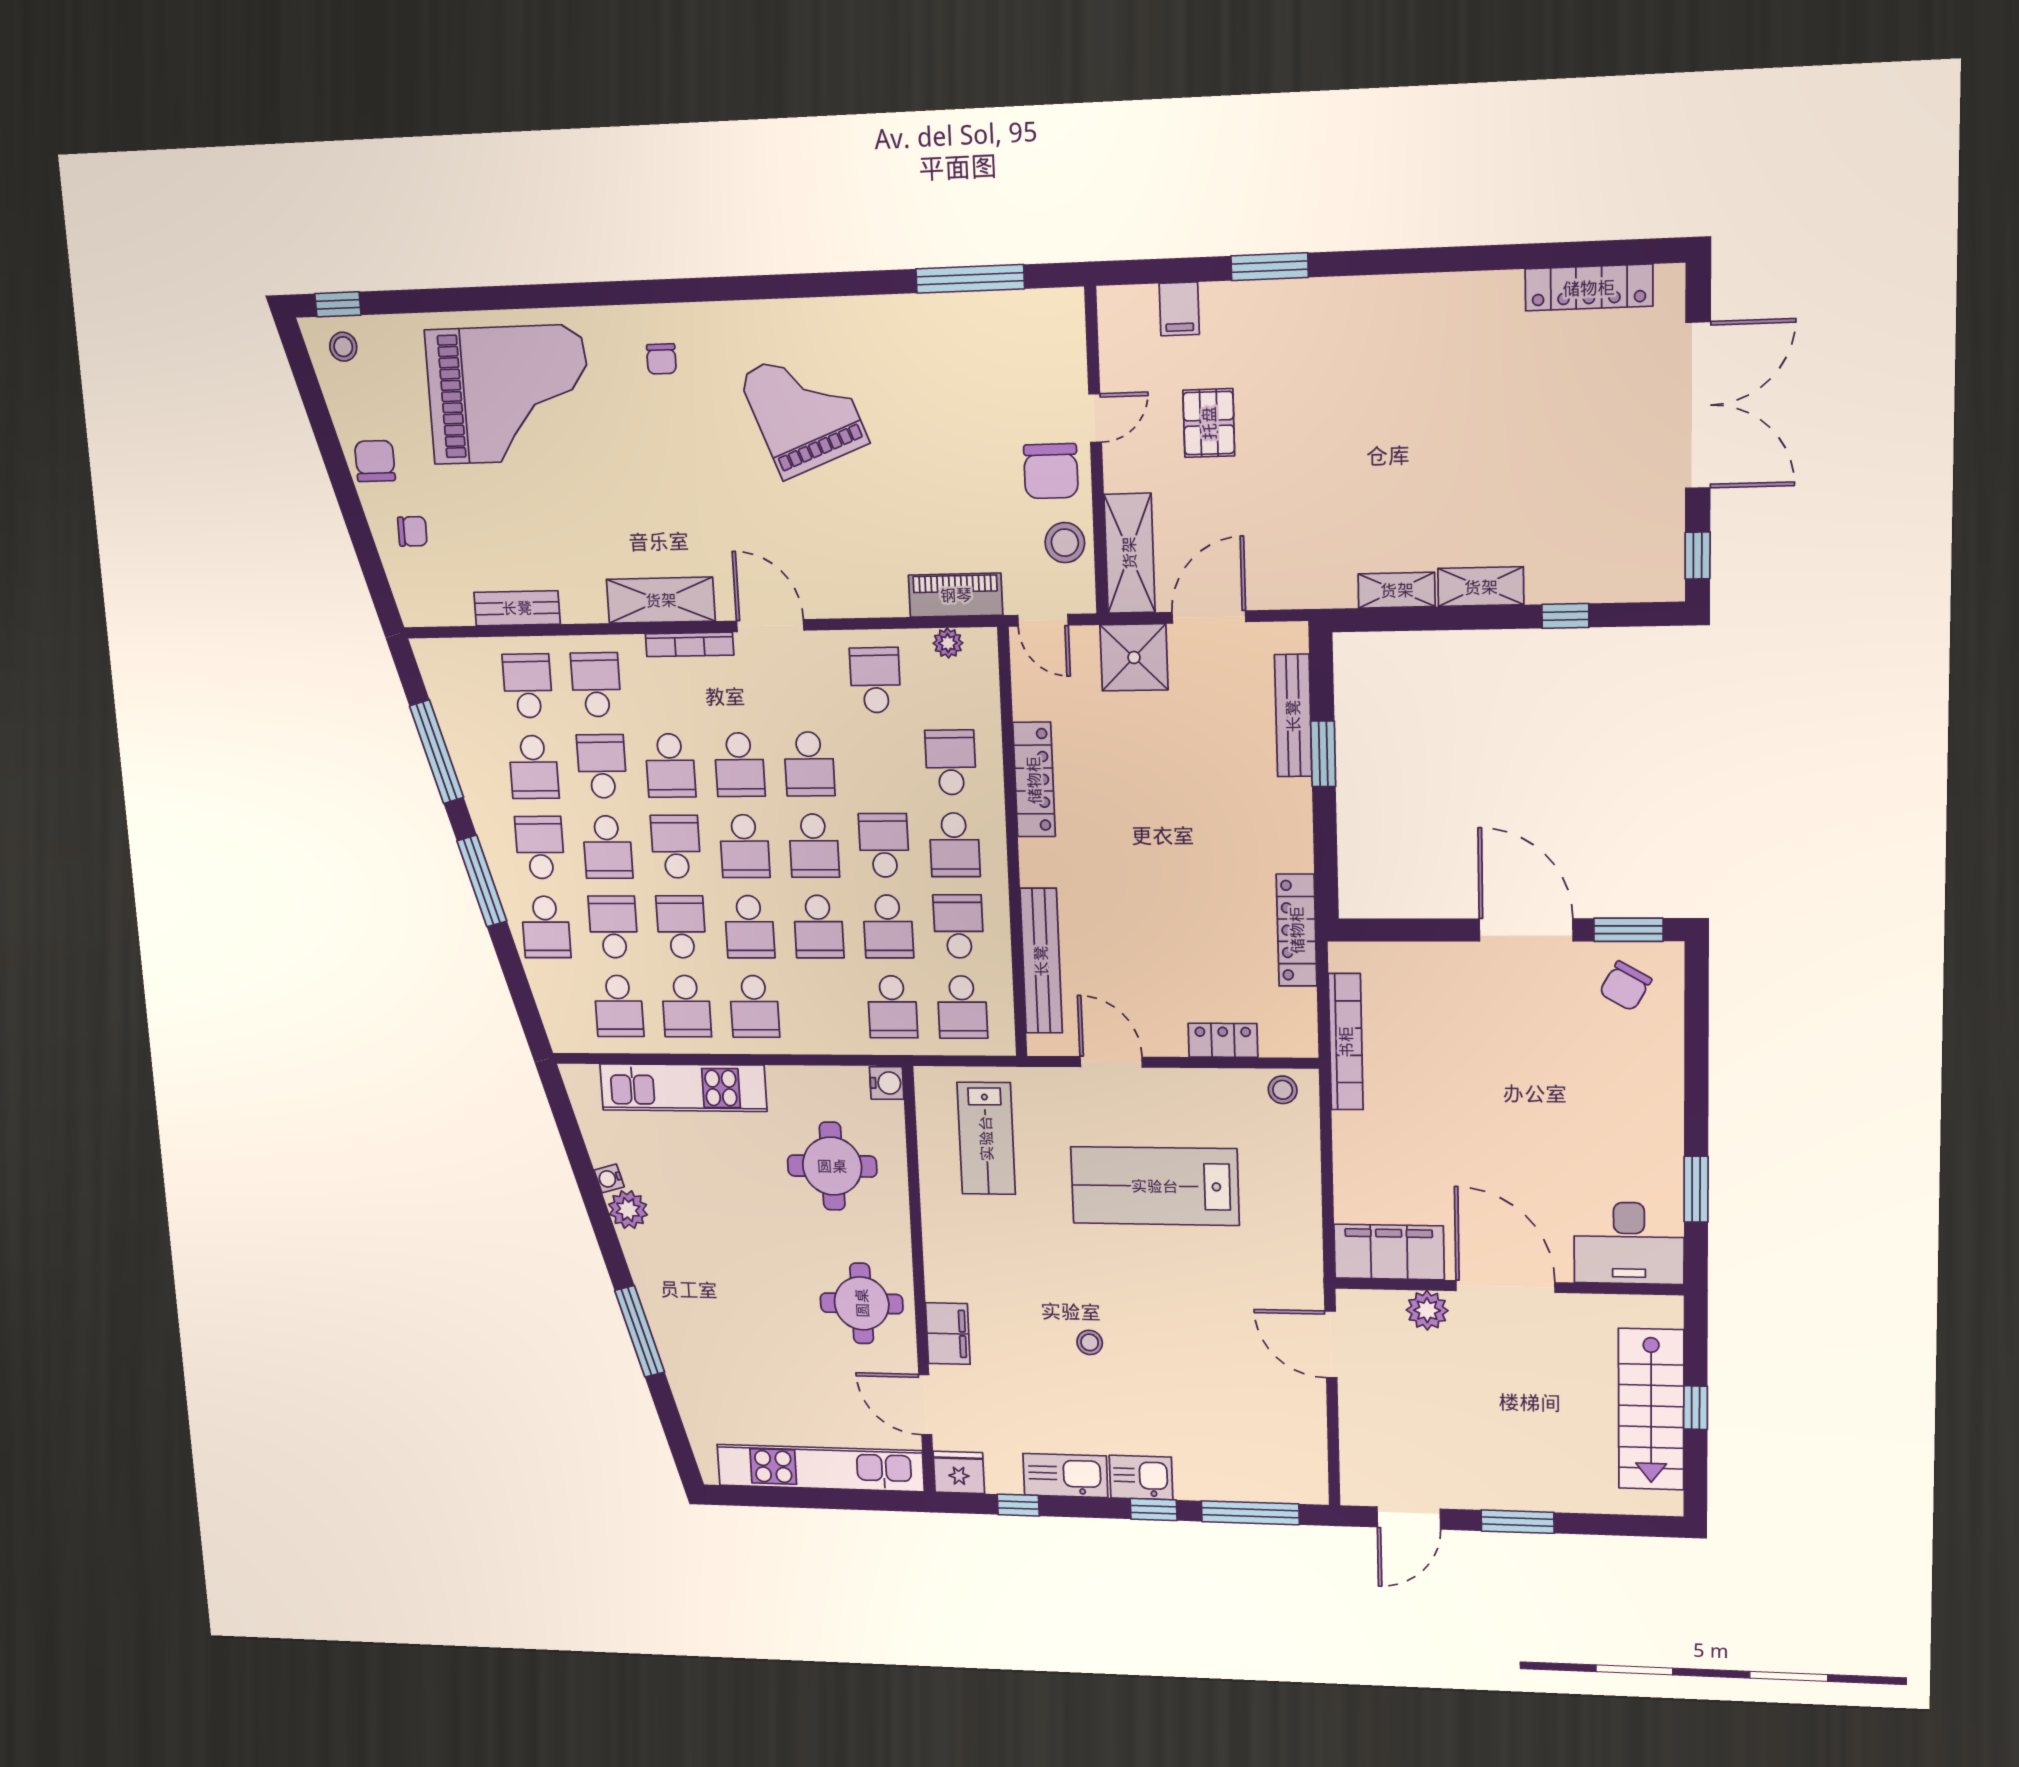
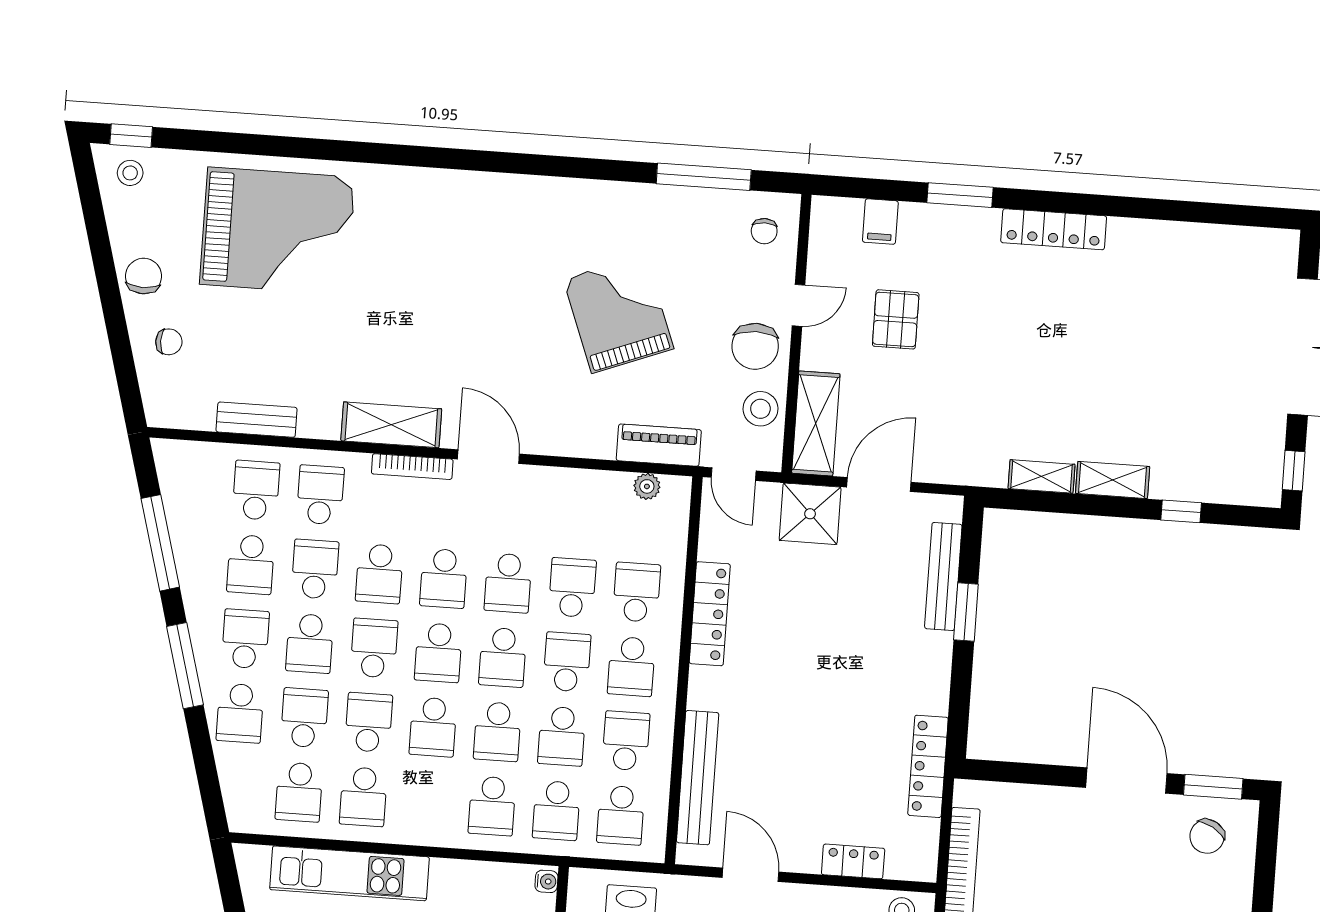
locker: (1589, 288) -> (1054, 229), moved
chair: (661, 359) -> (764, 231), moved
grand piano: (804, 409) -> (618, 314), moved
school desk: (875, 680) -> (572, 588), moved
school desk: (754, 1006) -> (492, 806), moved
water cooler: (887, 1083) -> (546, 881), width x0.72, depth x0.72

